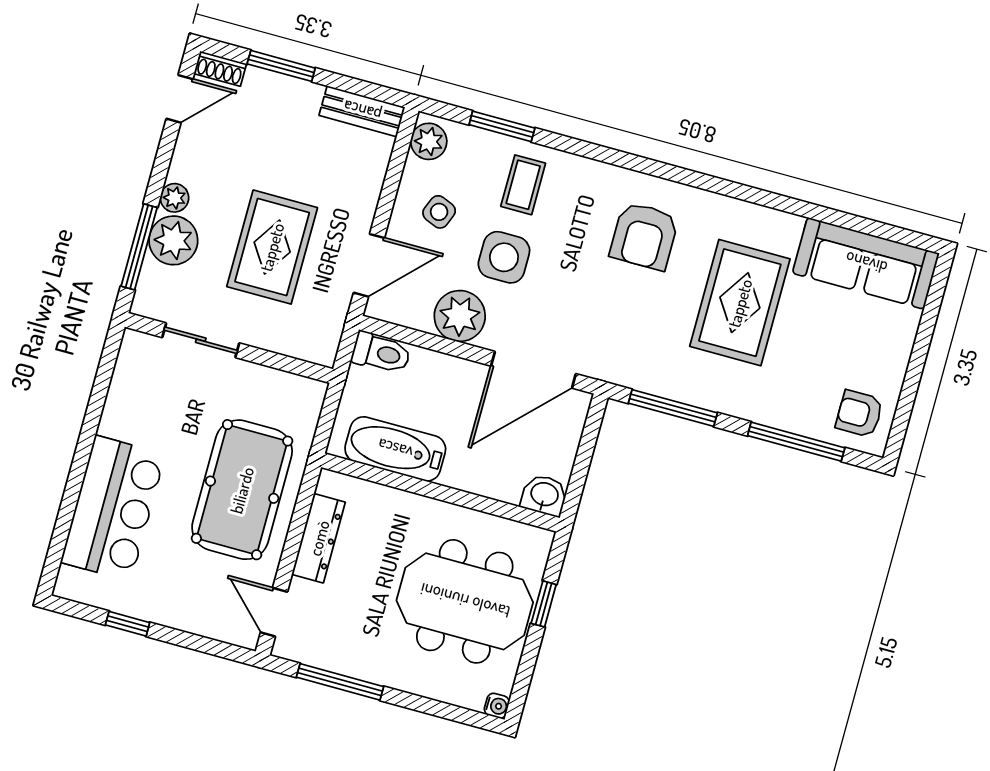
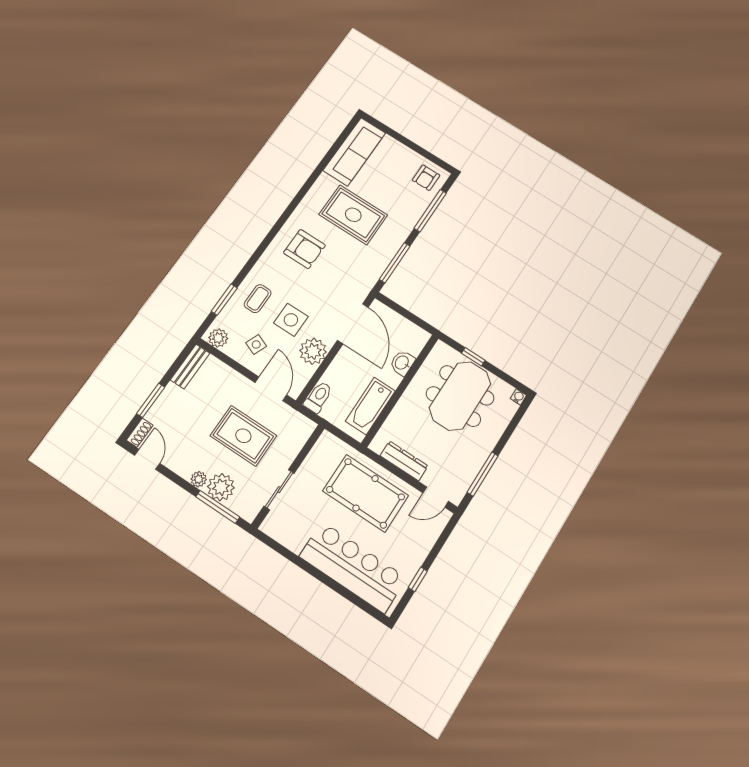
coffee table: (523, 185) -> (258, 299), turned 90
washbasin: (544, 495) -> (402, 363), moved
bar counter: (113, 508) -> (353, 567), width x1.36

